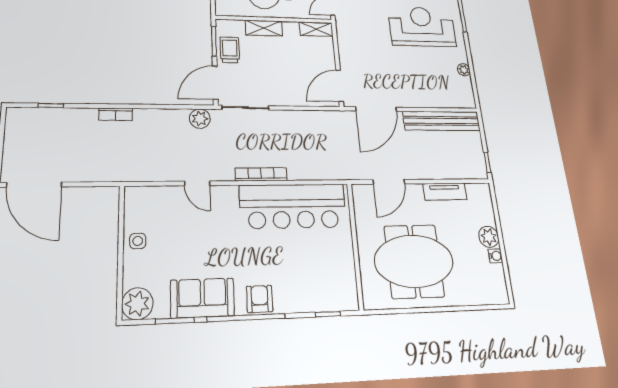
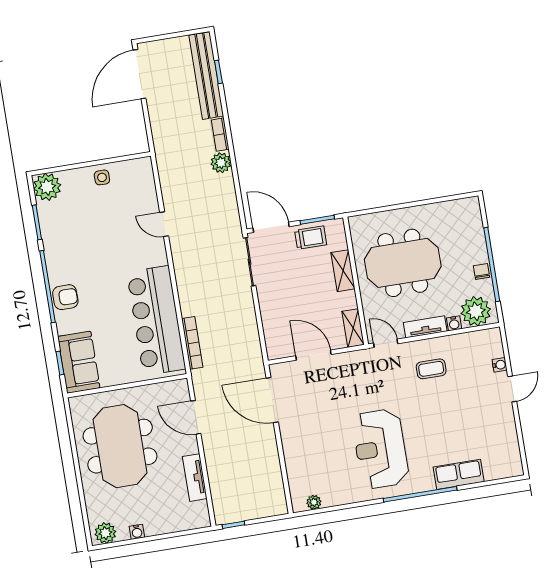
reception desk: (422, 27) -> (380, 449), turned 180
plant: (464, 70) -> (314, 502), moved
door: (340, 86) -> (314, 355), moved
plant: (200, 119) -> (221, 163), moved
bench: (442, 121) -> (206, 76), moved
bookcase: (261, 174) -> (192, 343), moved
door: (197, 183) -> (164, 224), hinge flipped
plant: (489, 237) -> (105, 533), moved
sofa: (202, 298) -> (79, 362), moved

